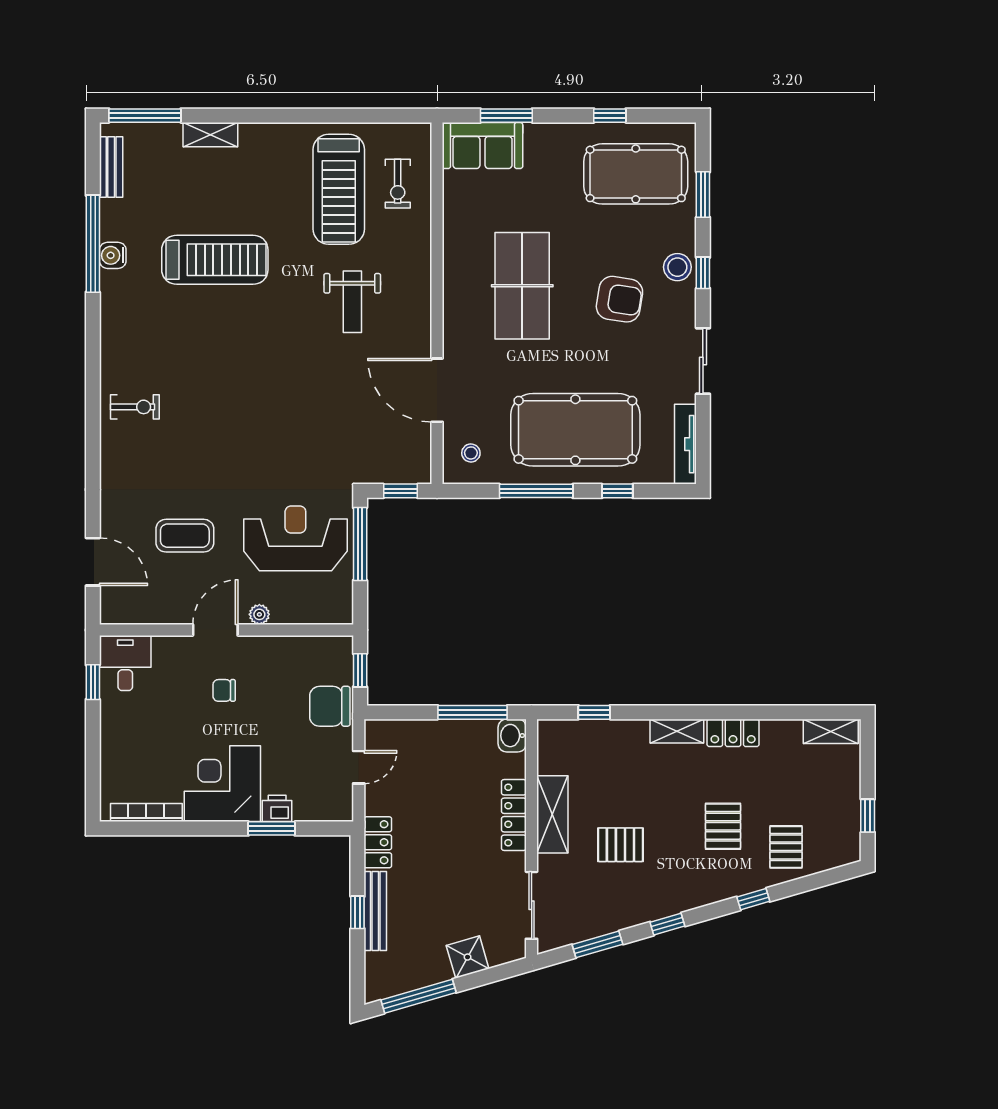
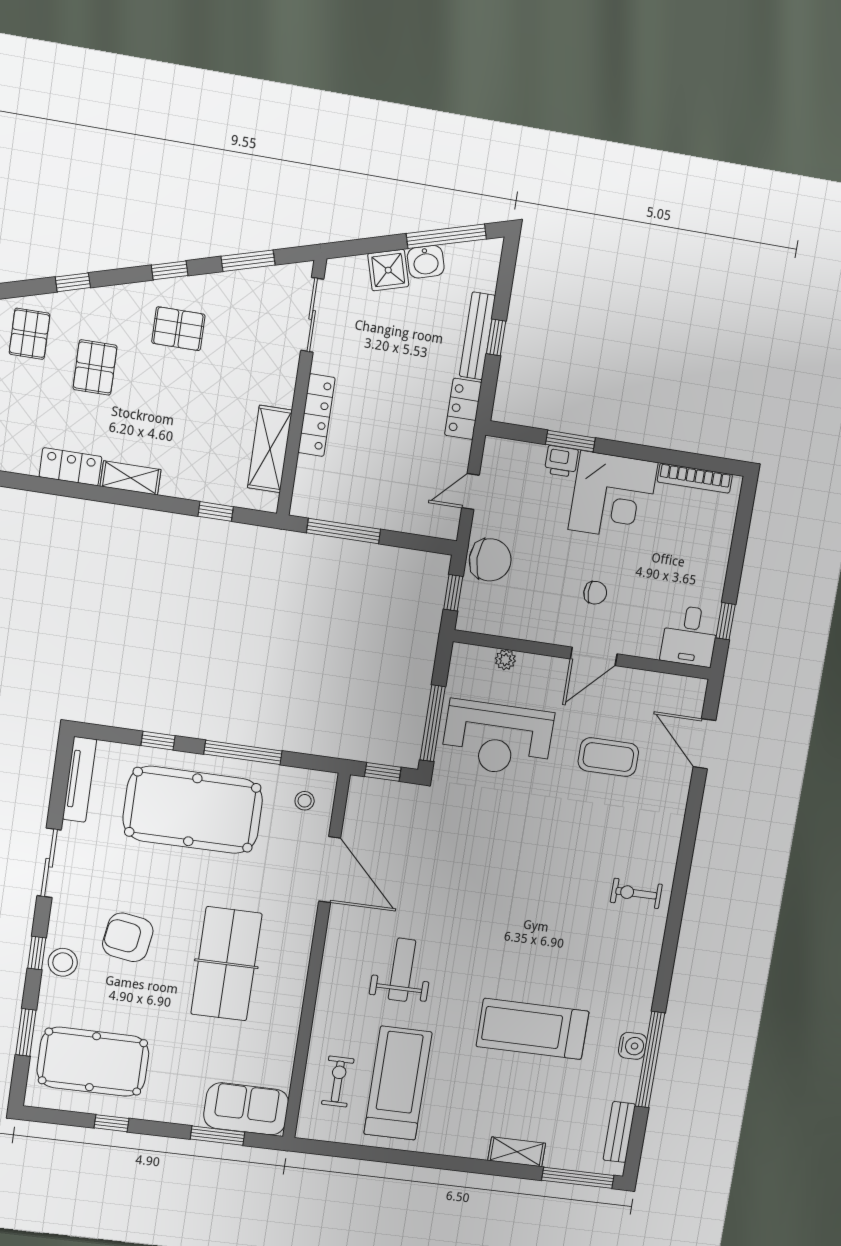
plant: (259, 614) -> (505, 660), moved
washbasin: (512, 736) -> (426, 262), moved, turned 74
shelving: (552, 814) -> (270, 449), moved
pallet: (620, 845) -> (178, 329), moved

